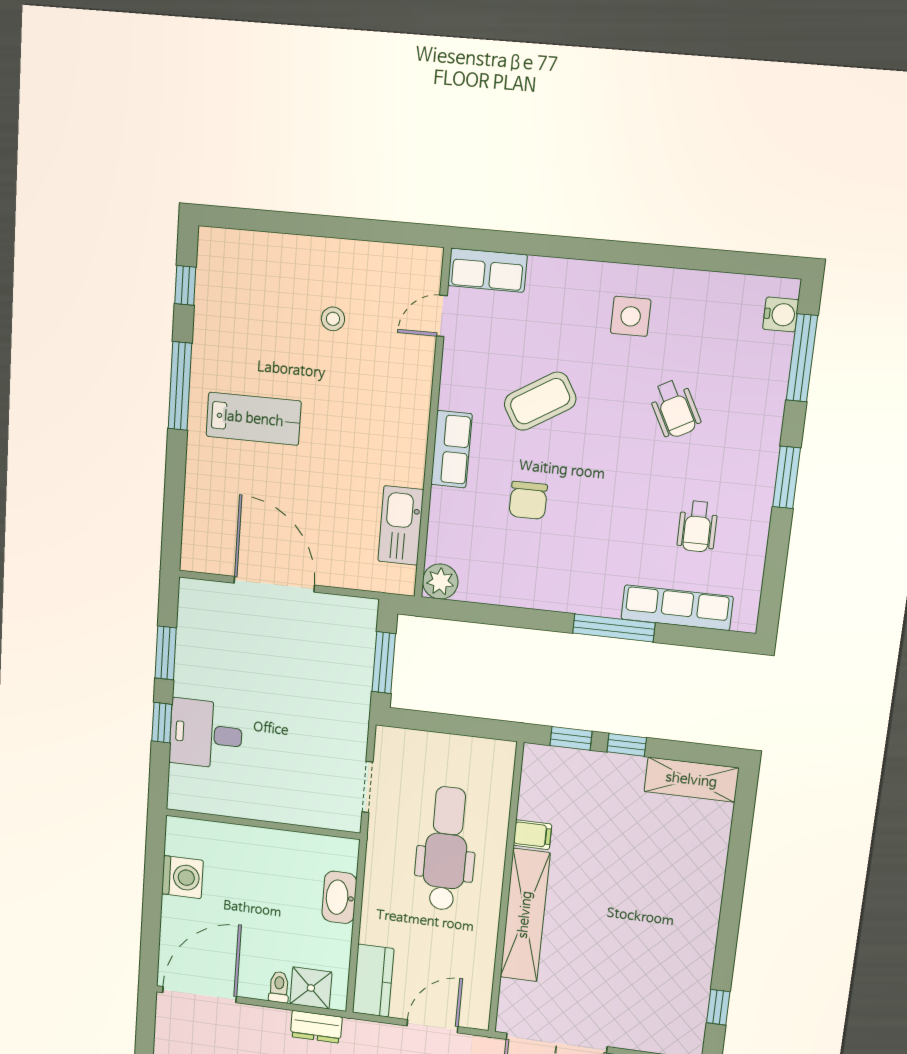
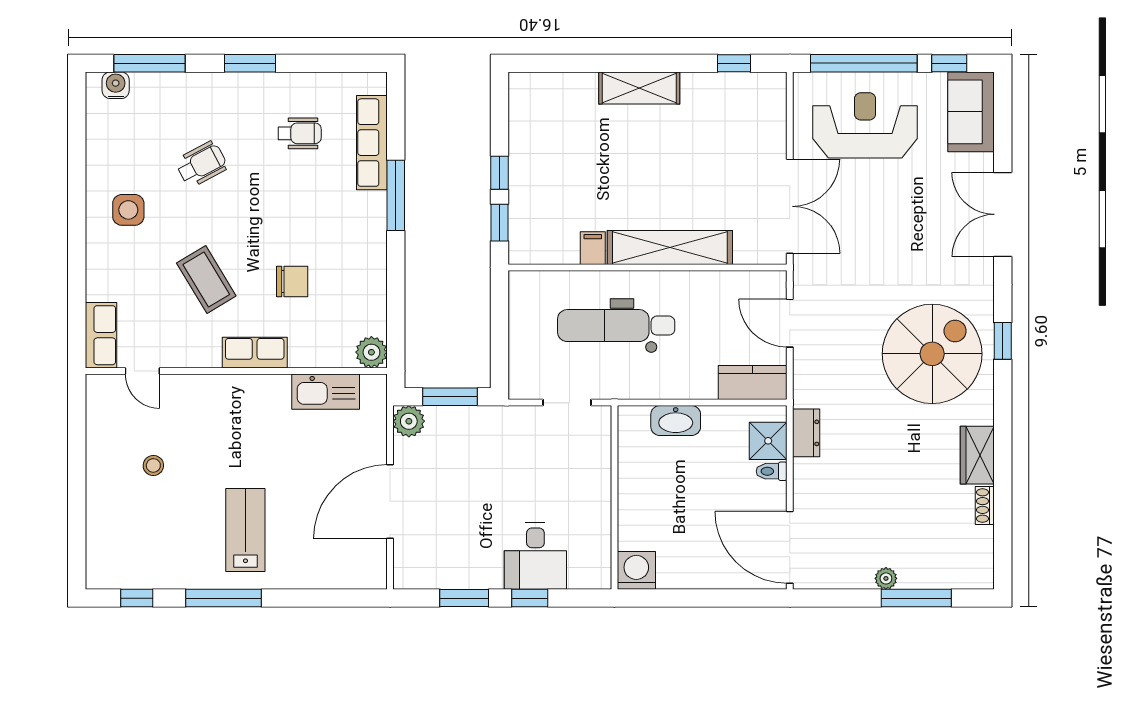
plant: (361, 614) -> (409, 421), added
shelving: (691, 780) -> (639, 88), moved, turned 90
washing machine: (182, 877) -> (636, 570), moved

